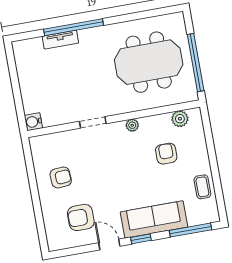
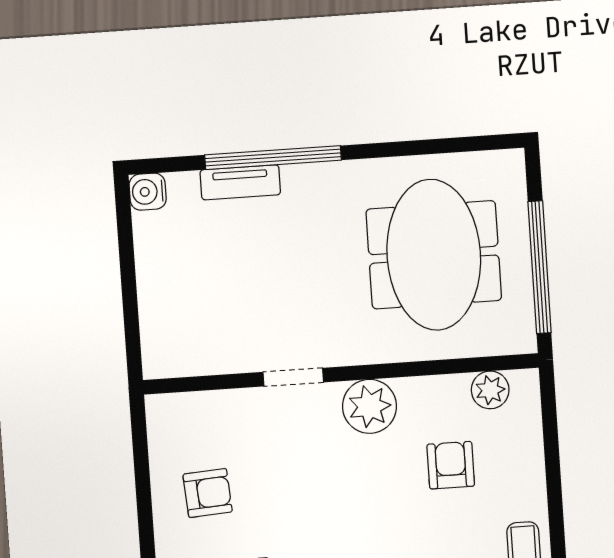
meeting table: (149, 62) -> (434, 255), turned 90
water cooler: (33, 122) -> (148, 192), moved
plant: (132, 125) -> (370, 406), width x1.88, depth x1.88

